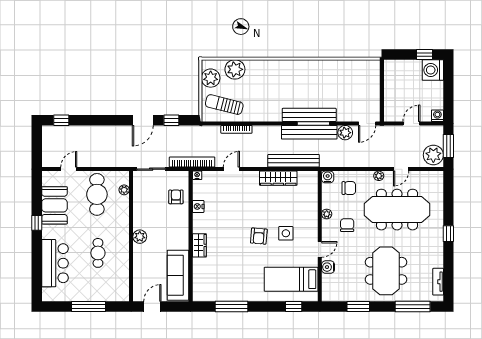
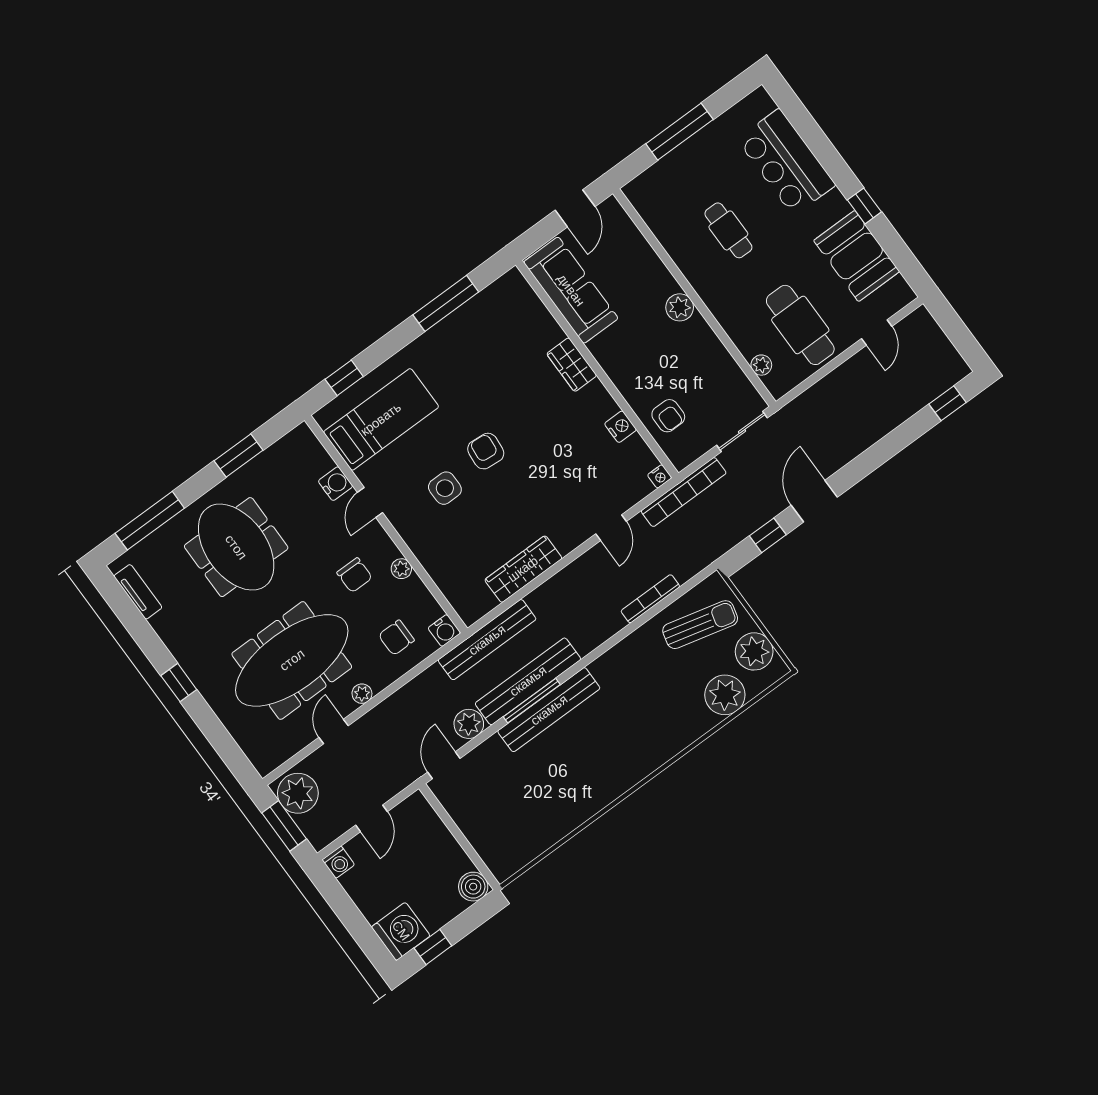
boiler: (391, 67) -> (473, 887), added
bench: (294, 161) -> (487, 640), moved

